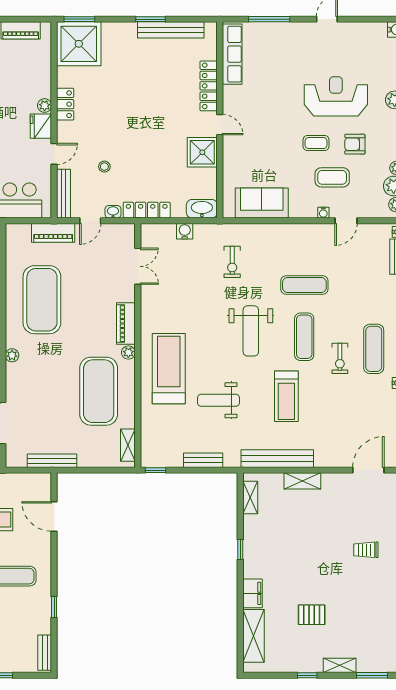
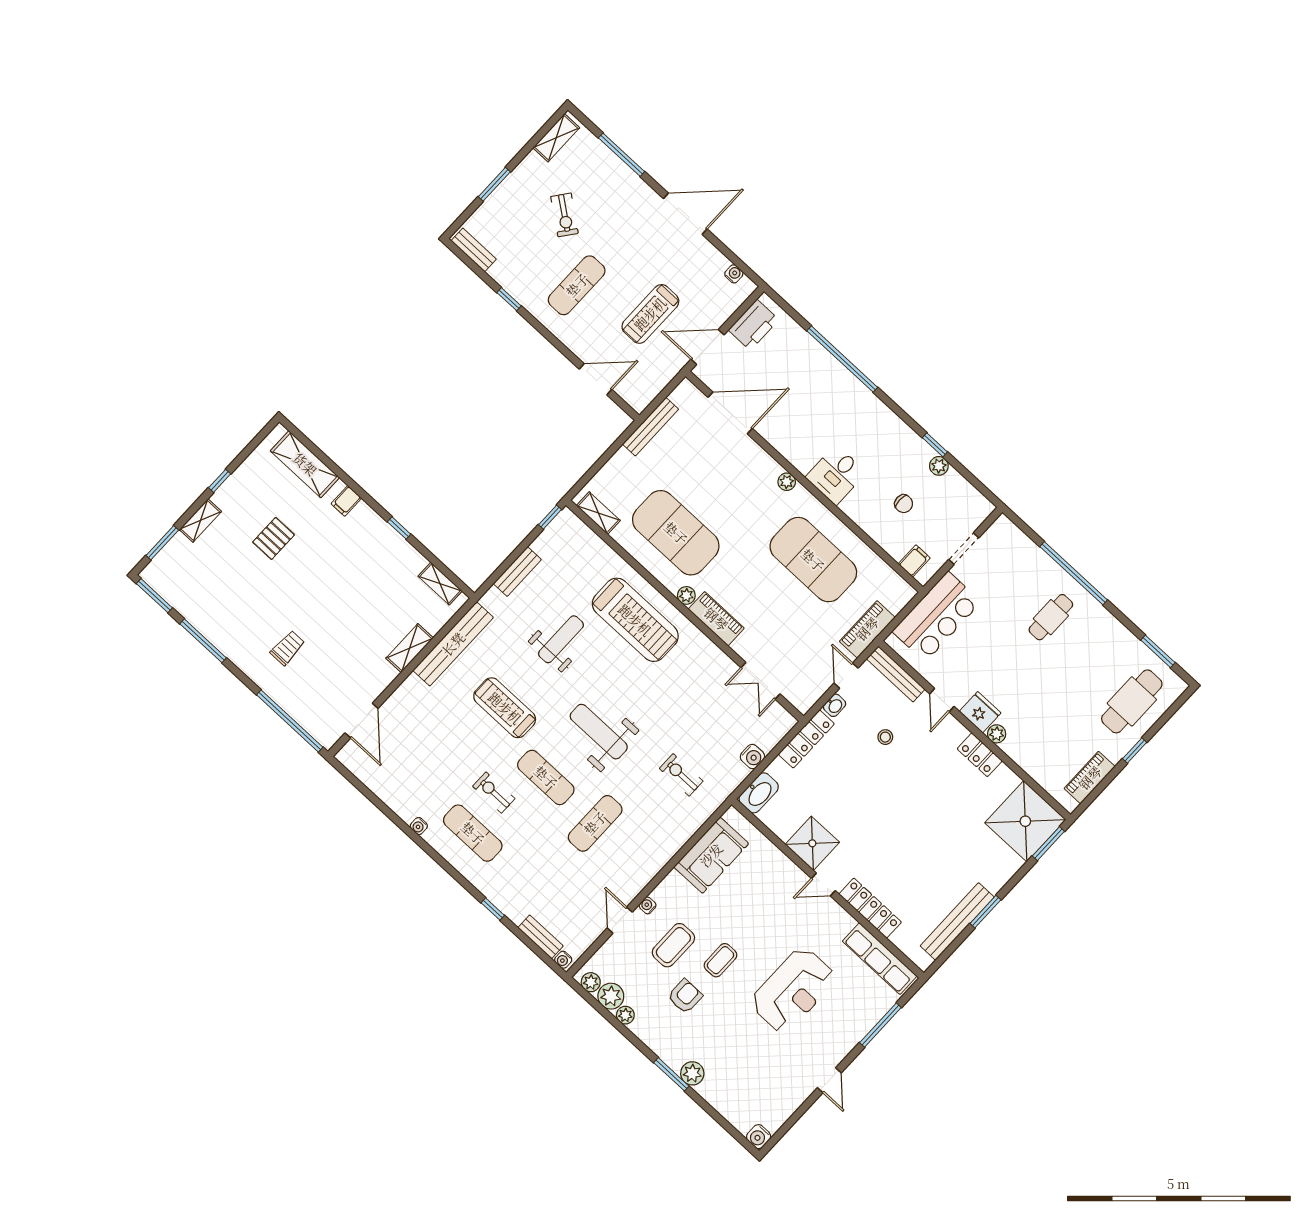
reception desk: (336, 96) -> (793, 990), moved
filing cabinet: (253, 593) -> (346, 501), width x0.50

